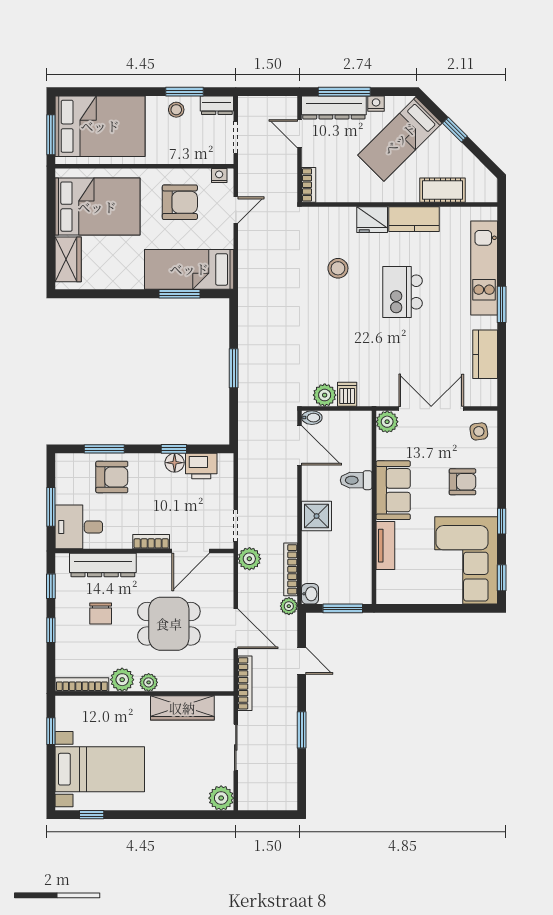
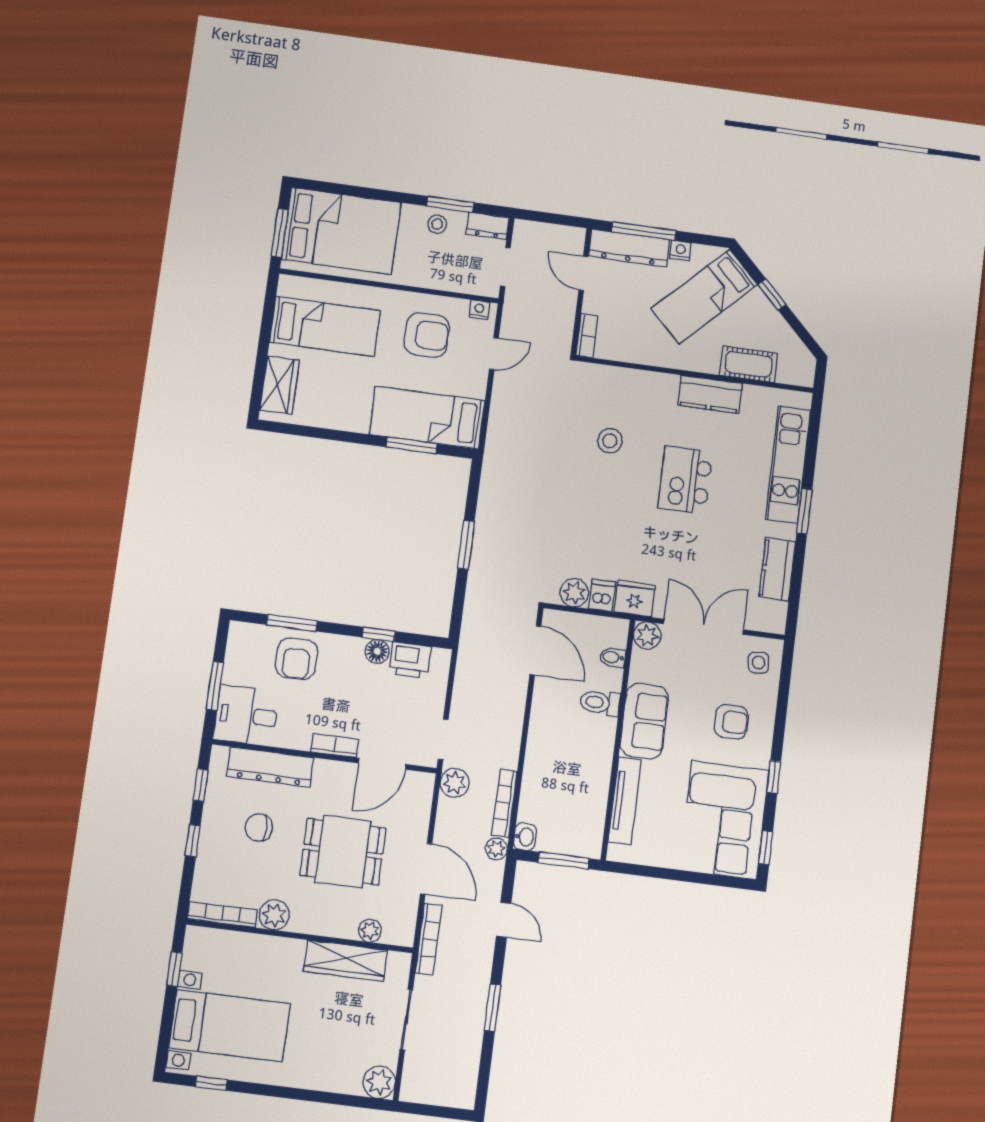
bed: (97, 207) -> (325, 326), width x0.67
fridge: (372, 220) -> (635, 599), moved, turned 180
bidet: (312, 418) -> (613, 657), moved, turned 180
armchair: (112, 477) -> (297, 659), turned 90
shower: (317, 516) -> (545, 741), removed
tv unit: (385, 546) -> (625, 801), width x1.41
chair: (101, 613) -> (259, 828), turned 90
plant: (149, 682) -> (370, 931), moved

